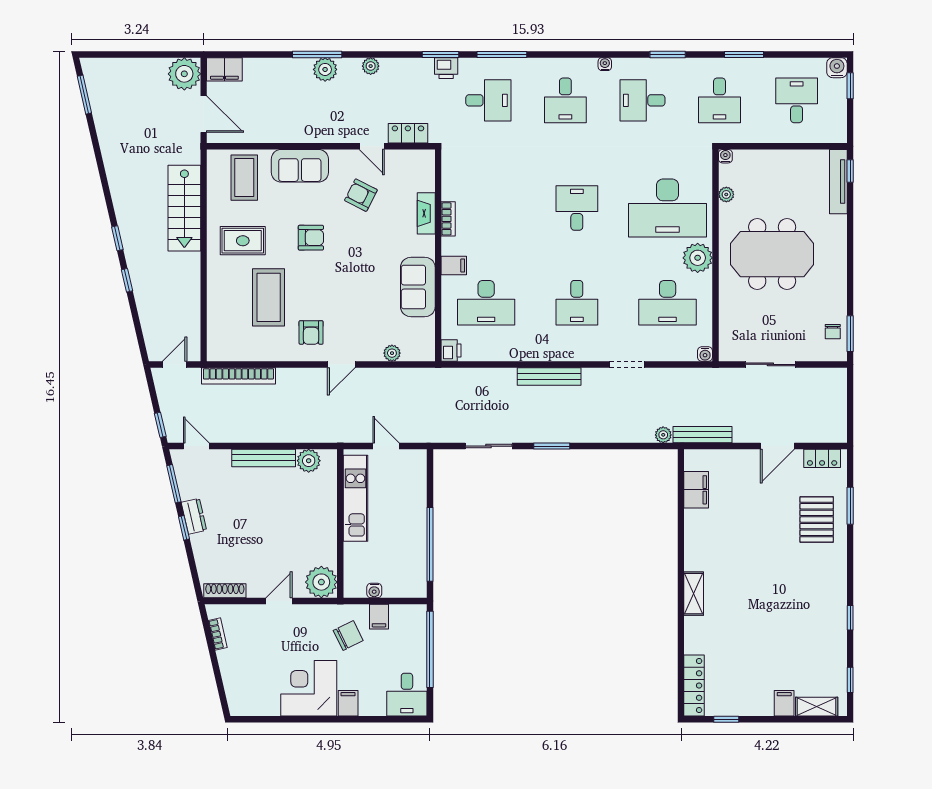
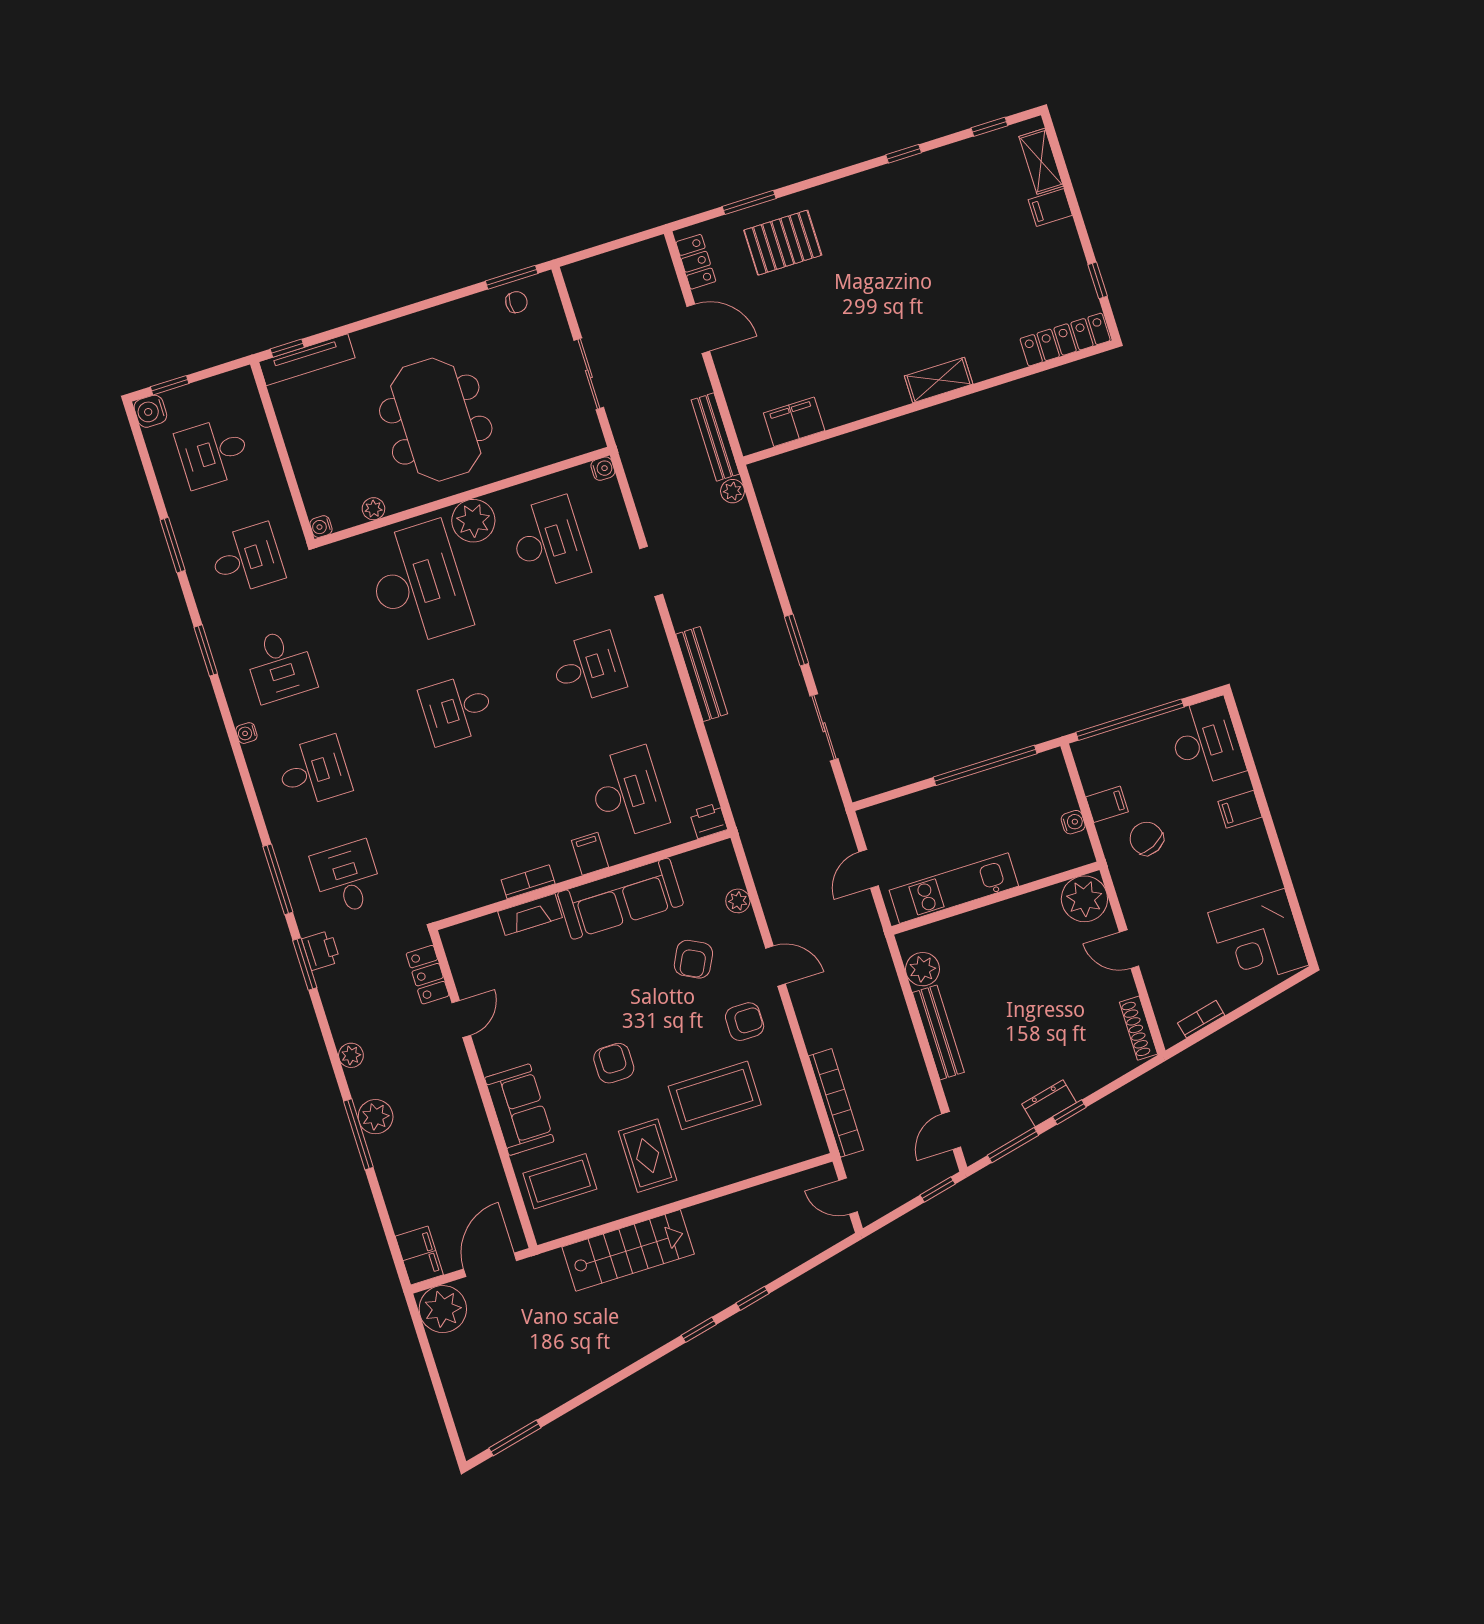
armchair: (361, 195) -> (693, 959), moved
sofa: (418, 287) -> (620, 899), width x1.36
corner desk: (309, 688) -> (1258, 939), moved
desk: (407, 695) -> (1206, 742), width x1.37

